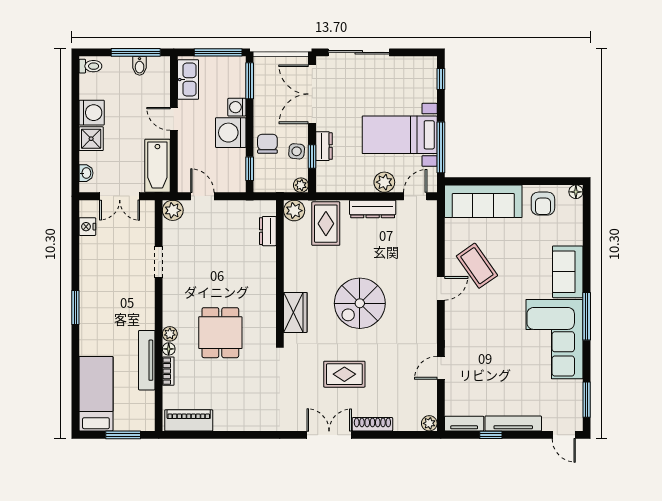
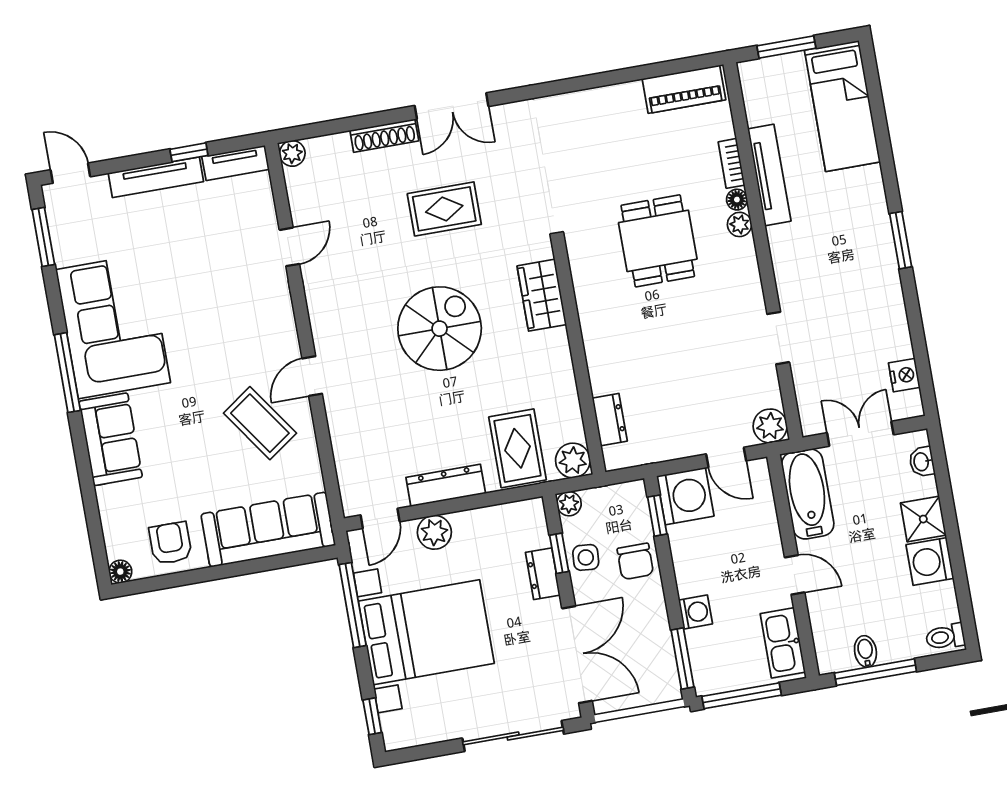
washing machine: (231, 133) -> (685, 496), moved
bed with nightstands: (400, 135) -> (426, 632), width x1.36

